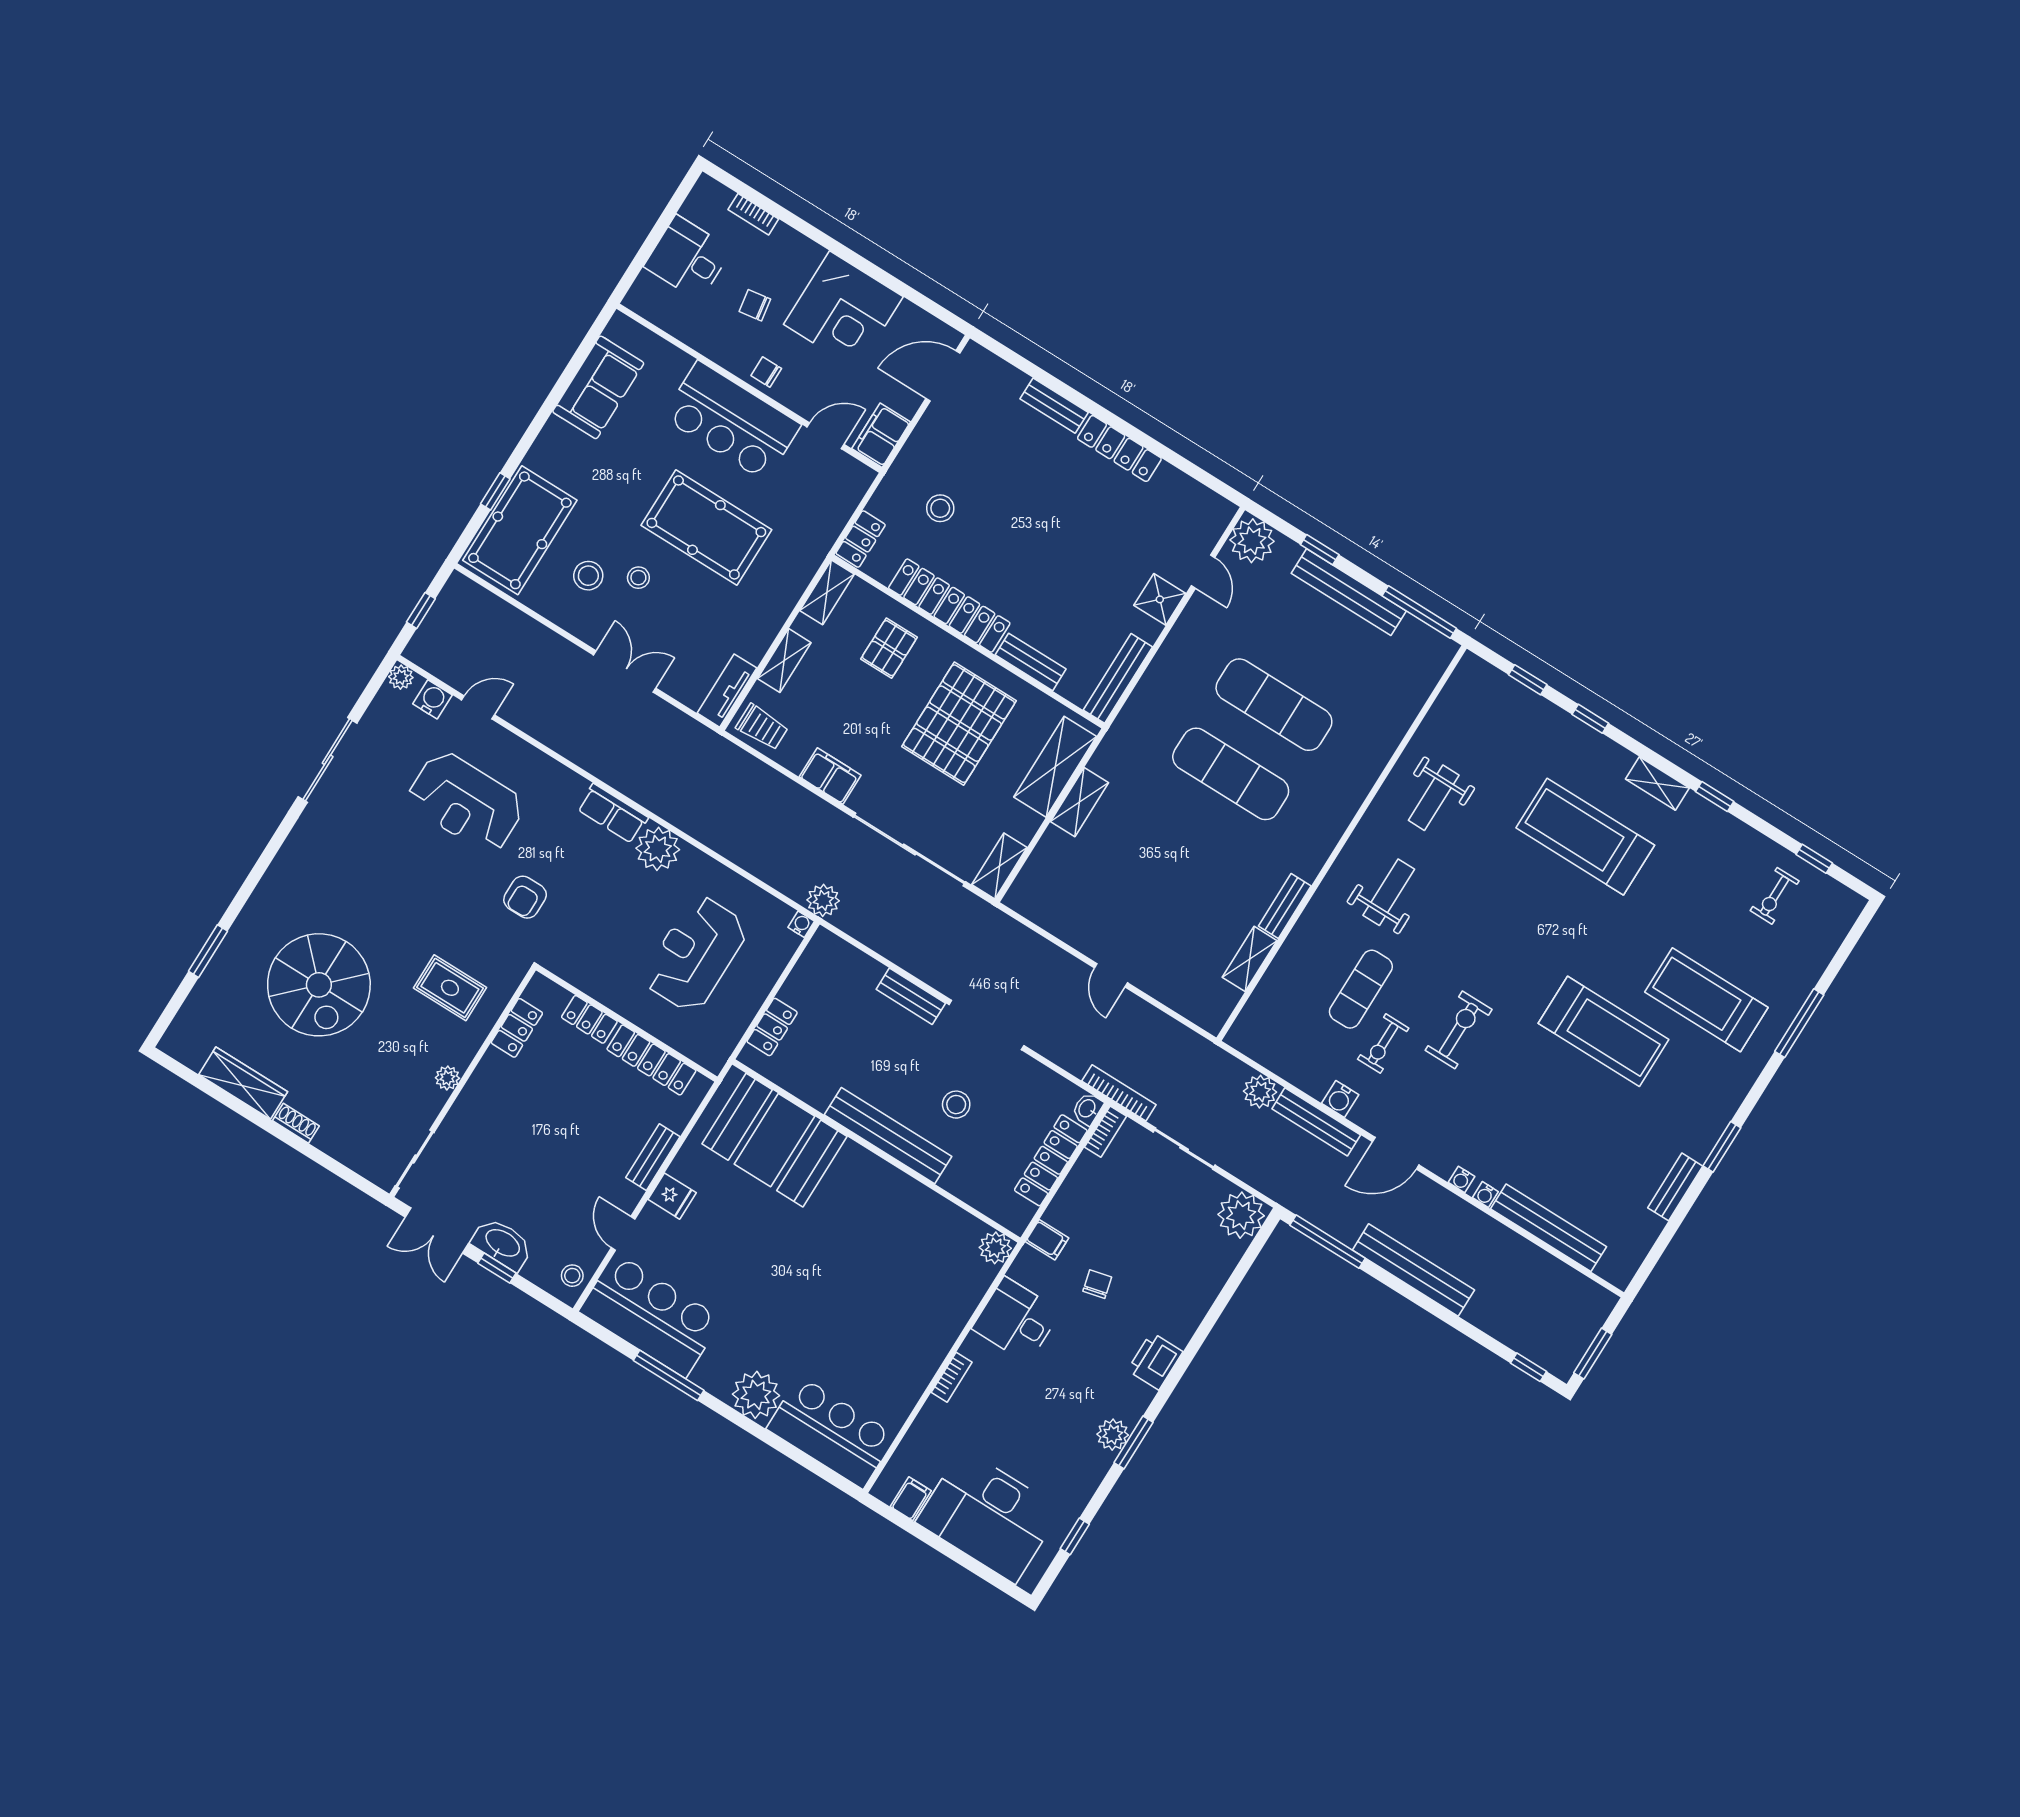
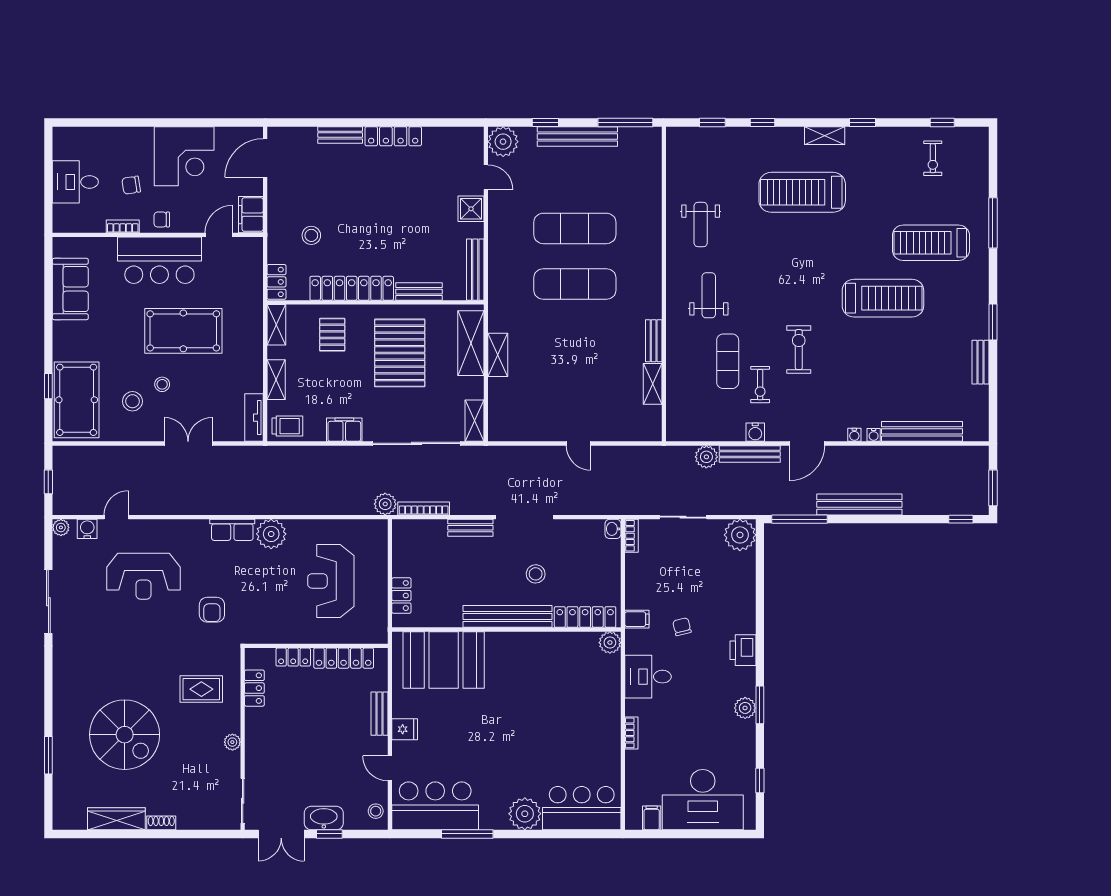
bookcase: (753, 214) -> (123, 226), moved, turned 180
water cooler: (801, 924) -> (381, 526), removed
bookcase: (1119, 1093) -> (424, 508), moved
locker: (1051, 1160) -> (585, 617), moved, turned 90

